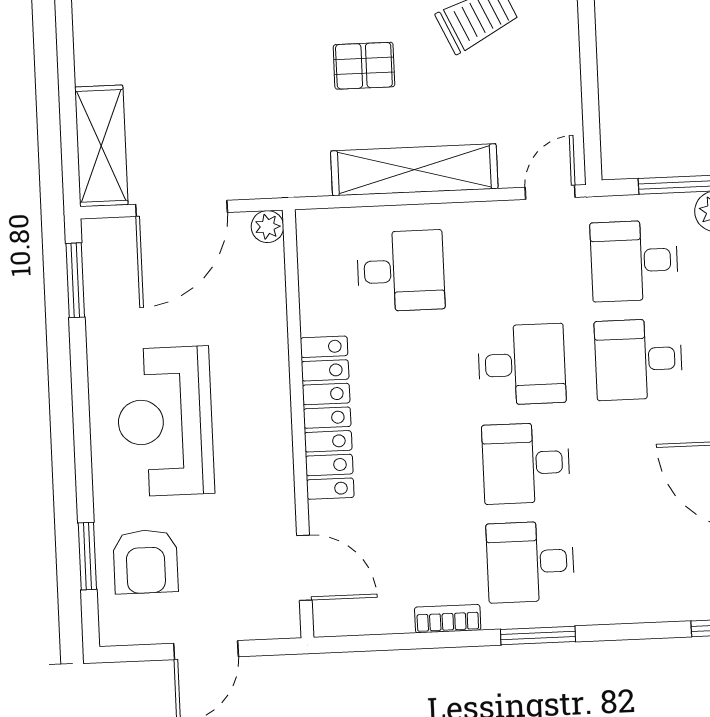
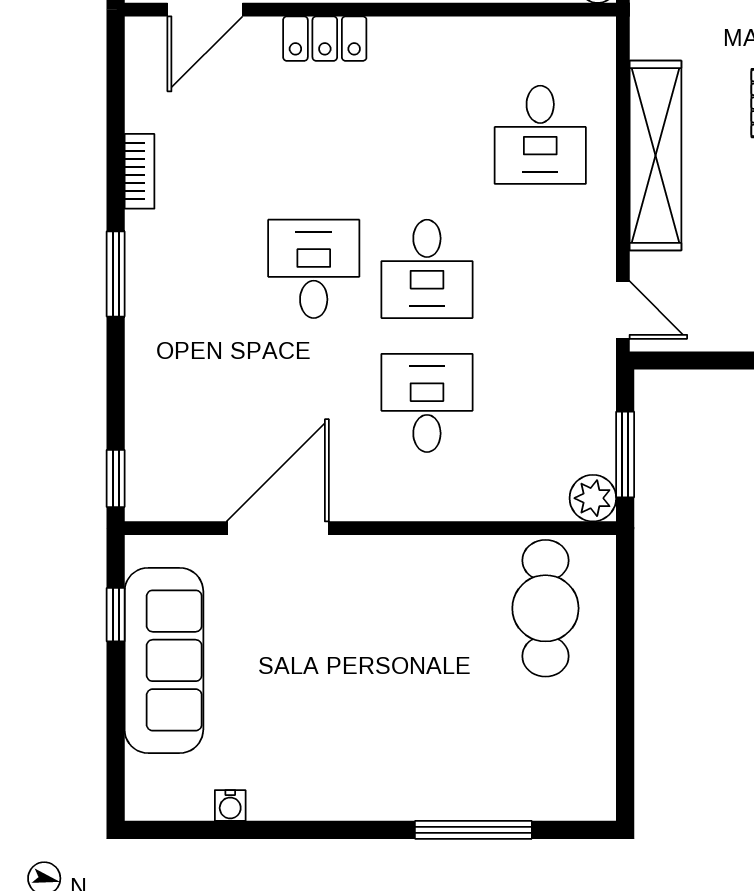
desk: (634, 261) -> (540, 403), removed
locker: (327, 418) -> (325, 39), width x0.46, depth x0.83
desk: (530, 562) -> (200, 269), removed

